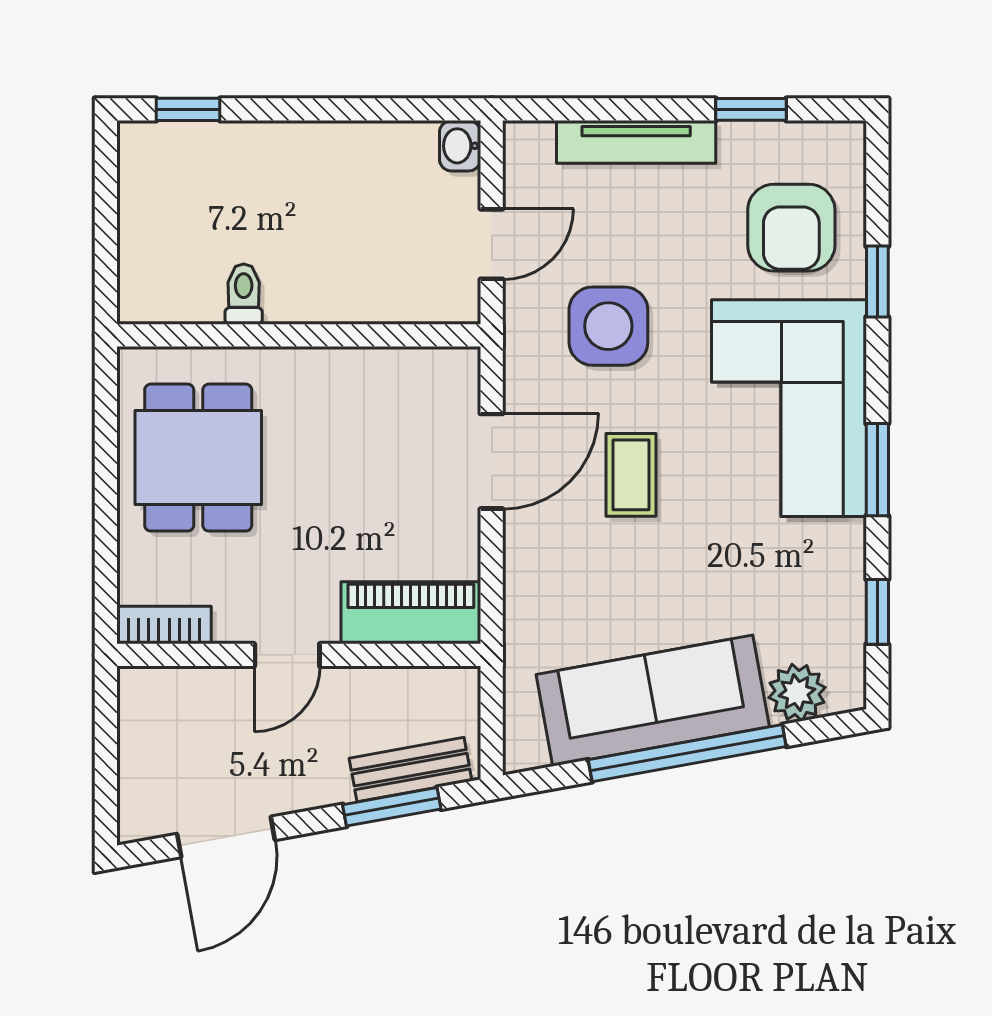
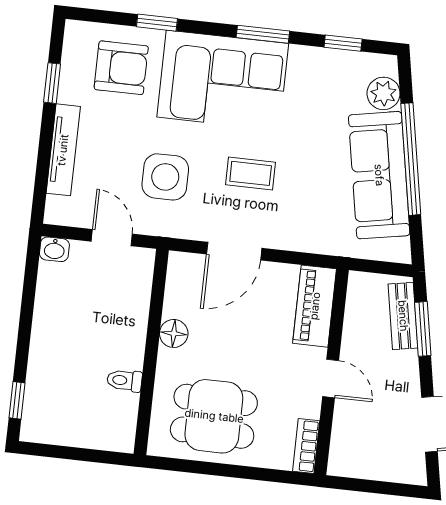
floor lamp: (336, 371) -> (174, 333), added
door: (492, 461) -> (234, 251), swing flipped

